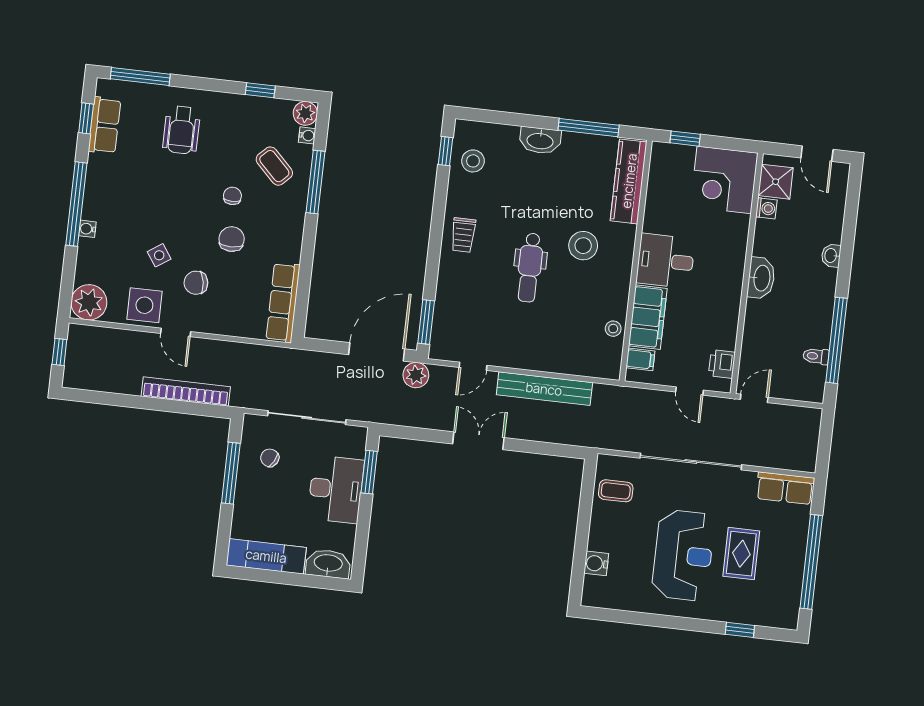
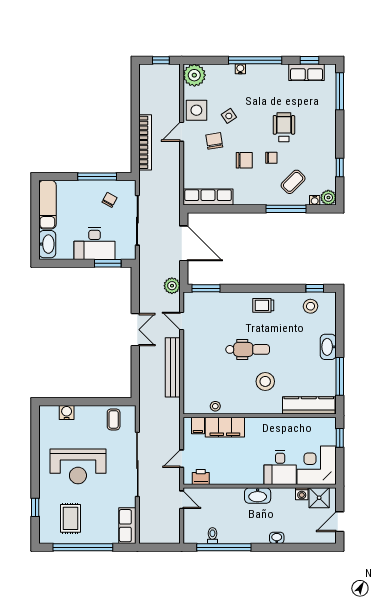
wheelchair: (182, 130) -> (284, 127), moved, turned 90
desk: (665, 261) -> (280, 468), moved, turned 180
dental chair: (530, 268) -> (248, 349), turned 180
door: (377, 352) -> (184, 243), moved
rug: (741, 554) -> (70, 518), moved, turned 90

